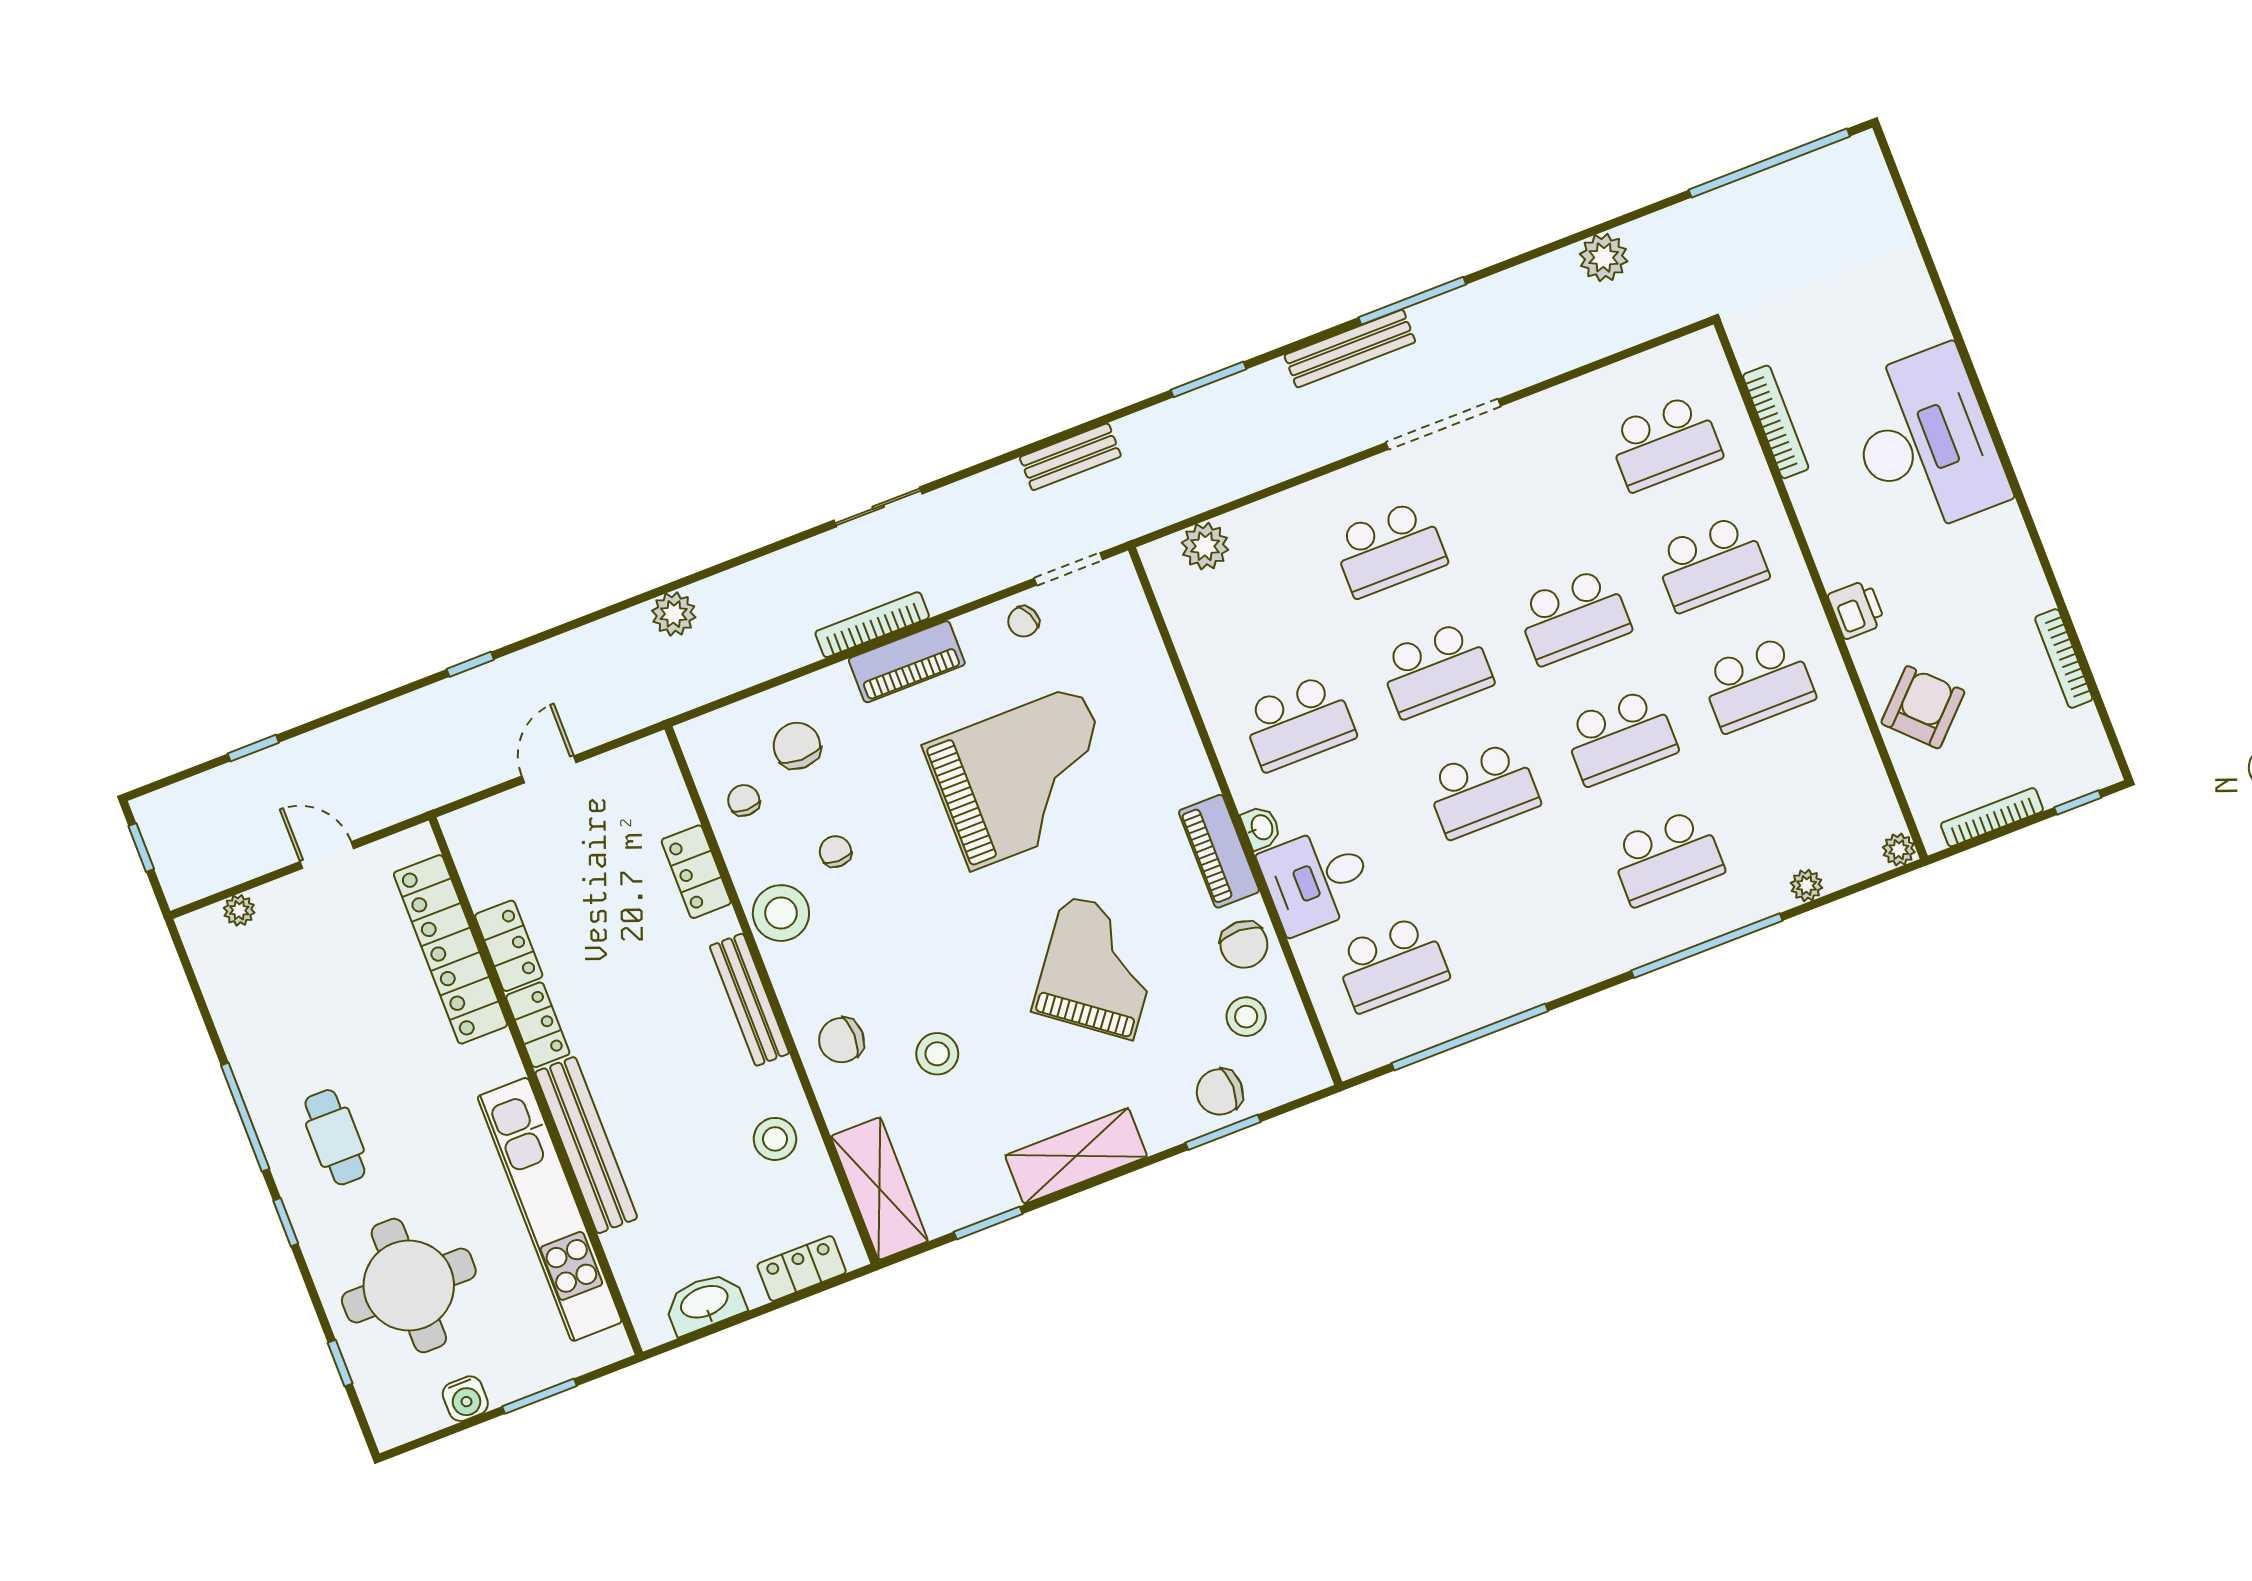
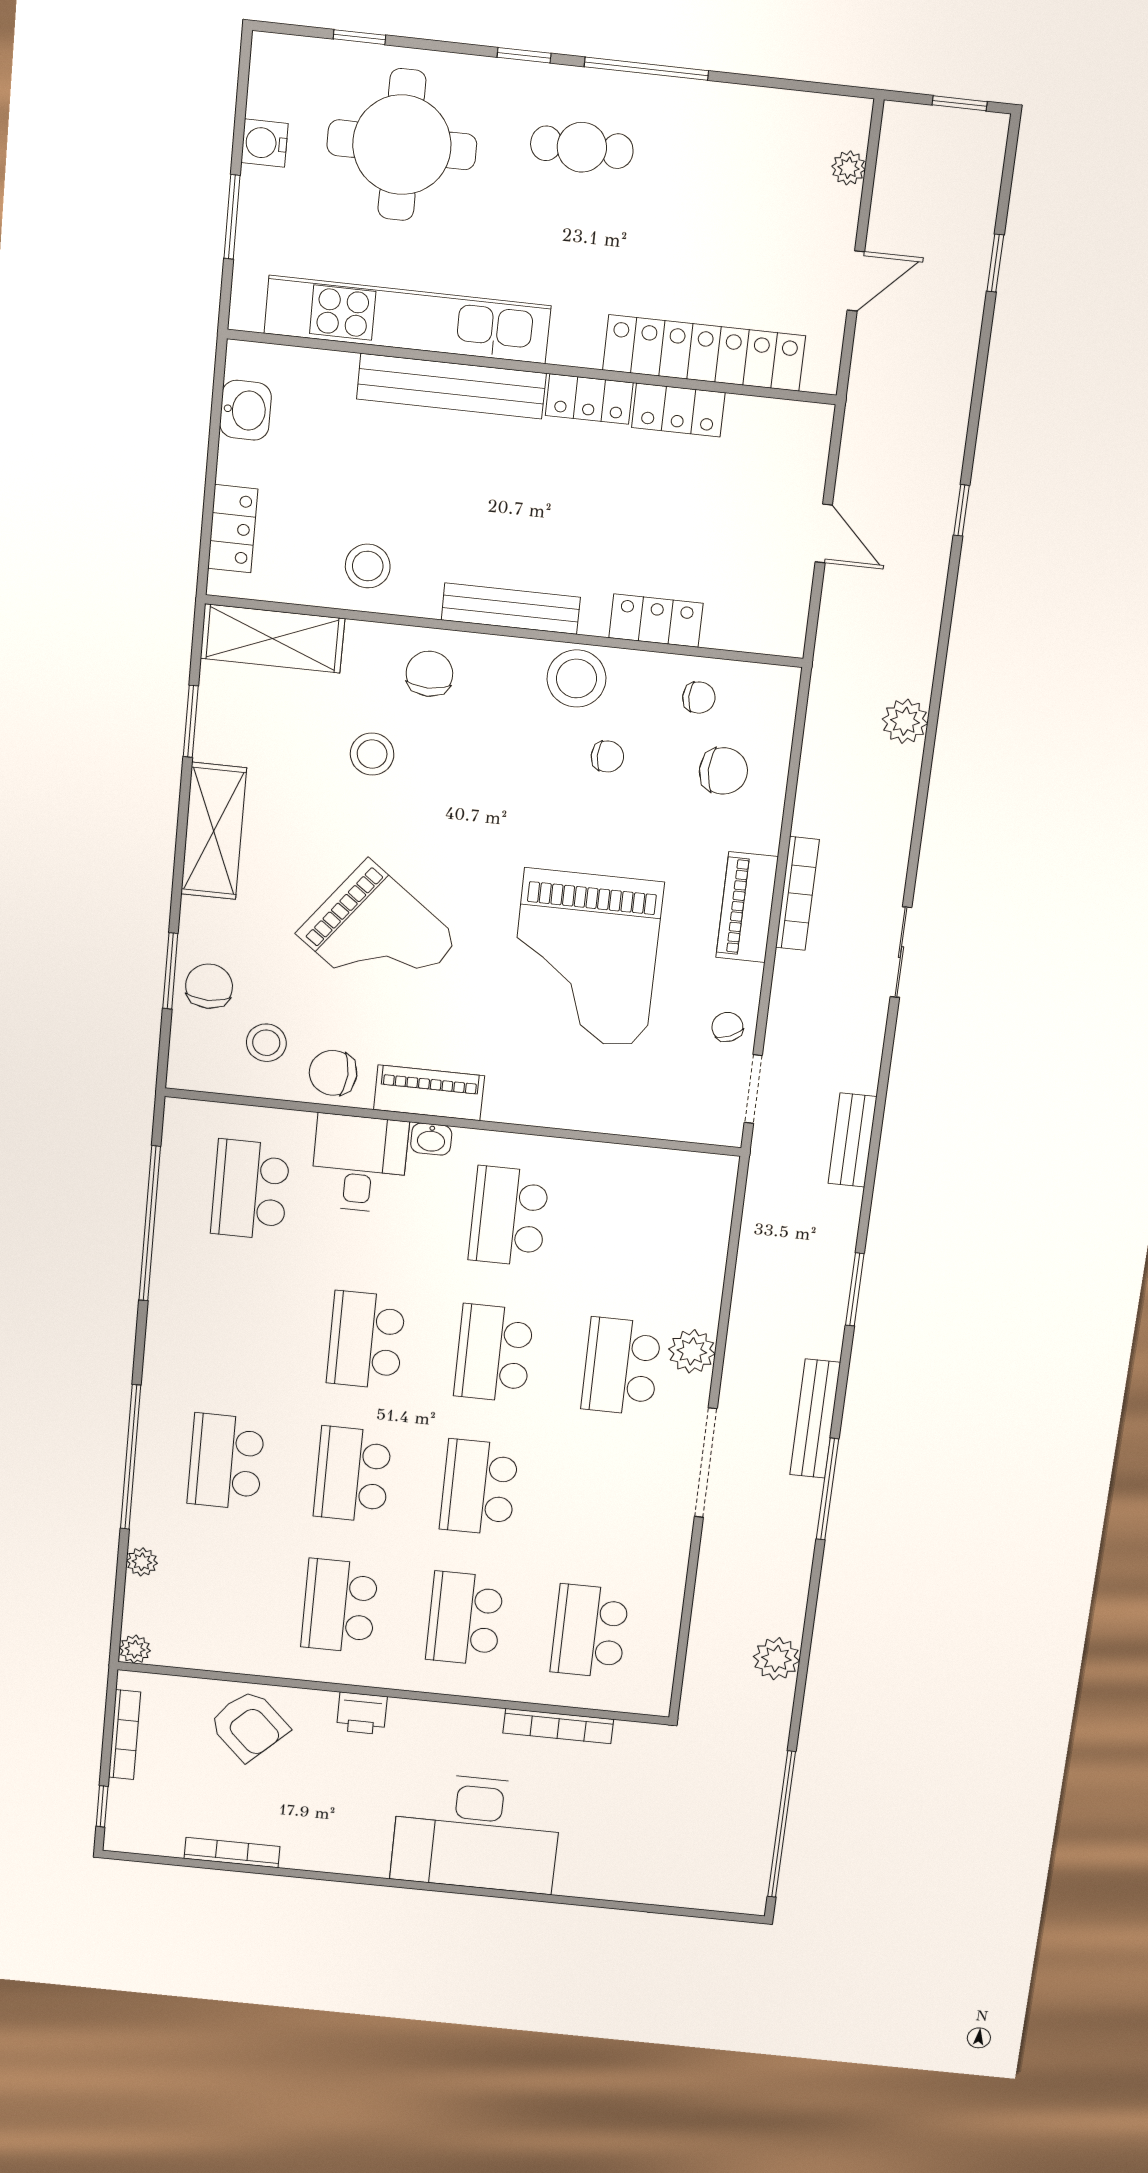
plant: (1205, 546) -> (692, 1351), moved
washbasin: (705, 1303) -> (245, 410), width x0.72

